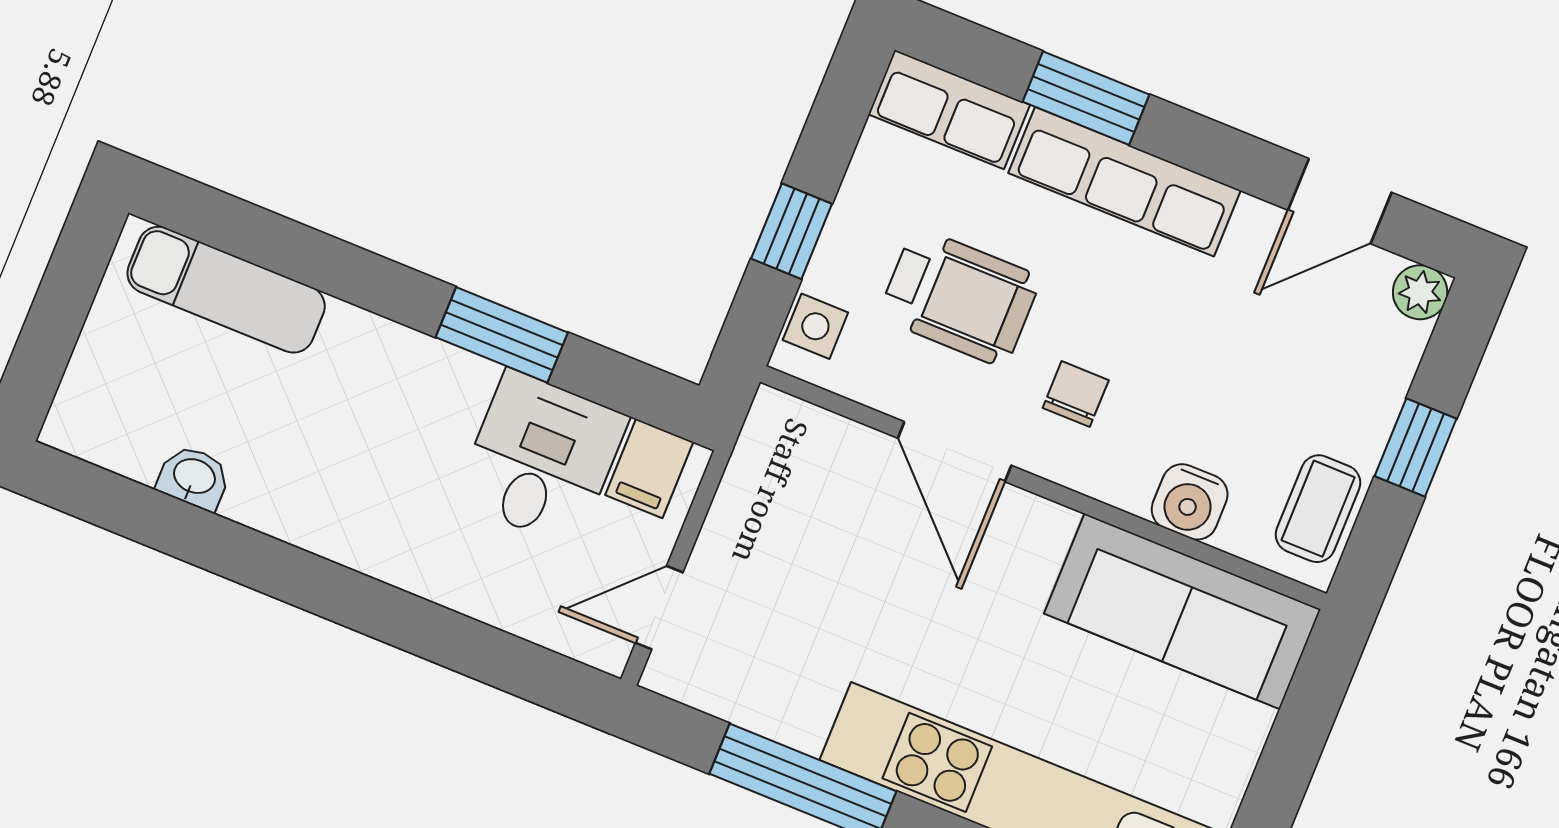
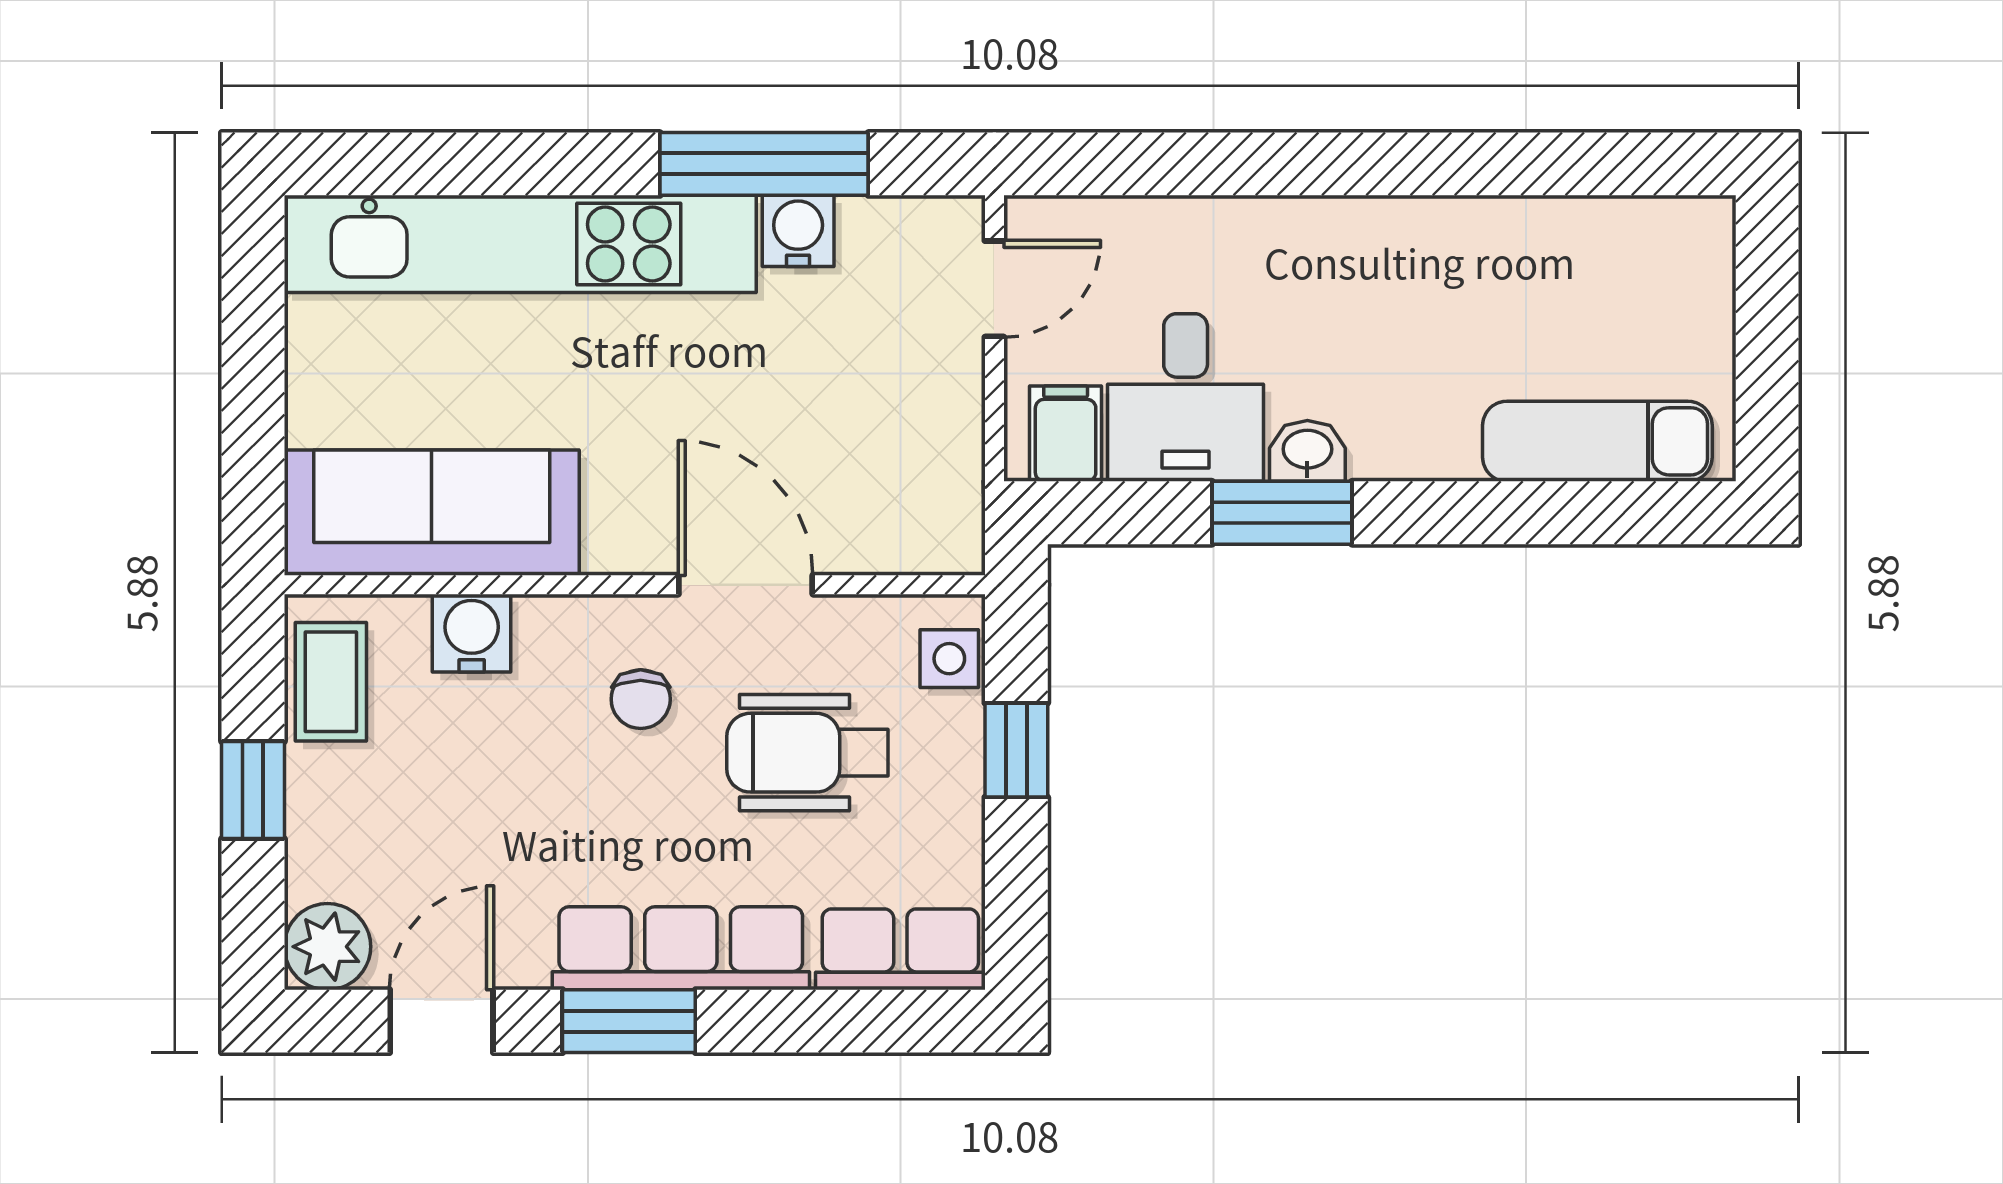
window: (1086, 98) -> (629, 1021), moved
plant: (1420, 292) -> (327, 947), width x1.38, depth x1.38
washbasin: (194, 478) -> (1307, 451), moved, turned 180
water cooler: (798, 718) -> (798, 231), added

